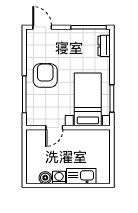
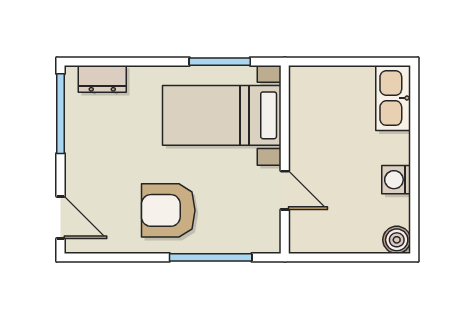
door: (42, 27) -> (61, 217), swing flipped
kitchen sink: (81, 176) -> (393, 98), moved
boiler: (45, 178) -> (397, 240), moved

